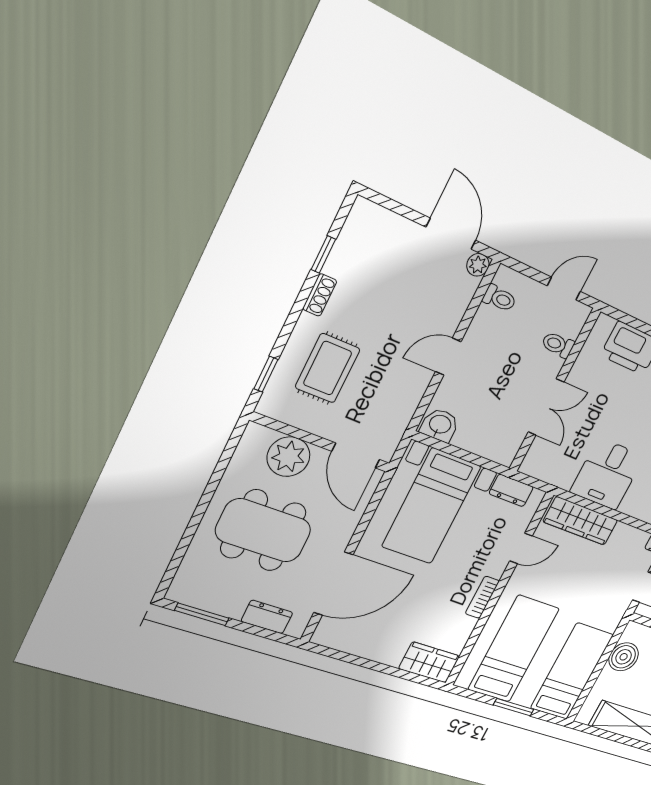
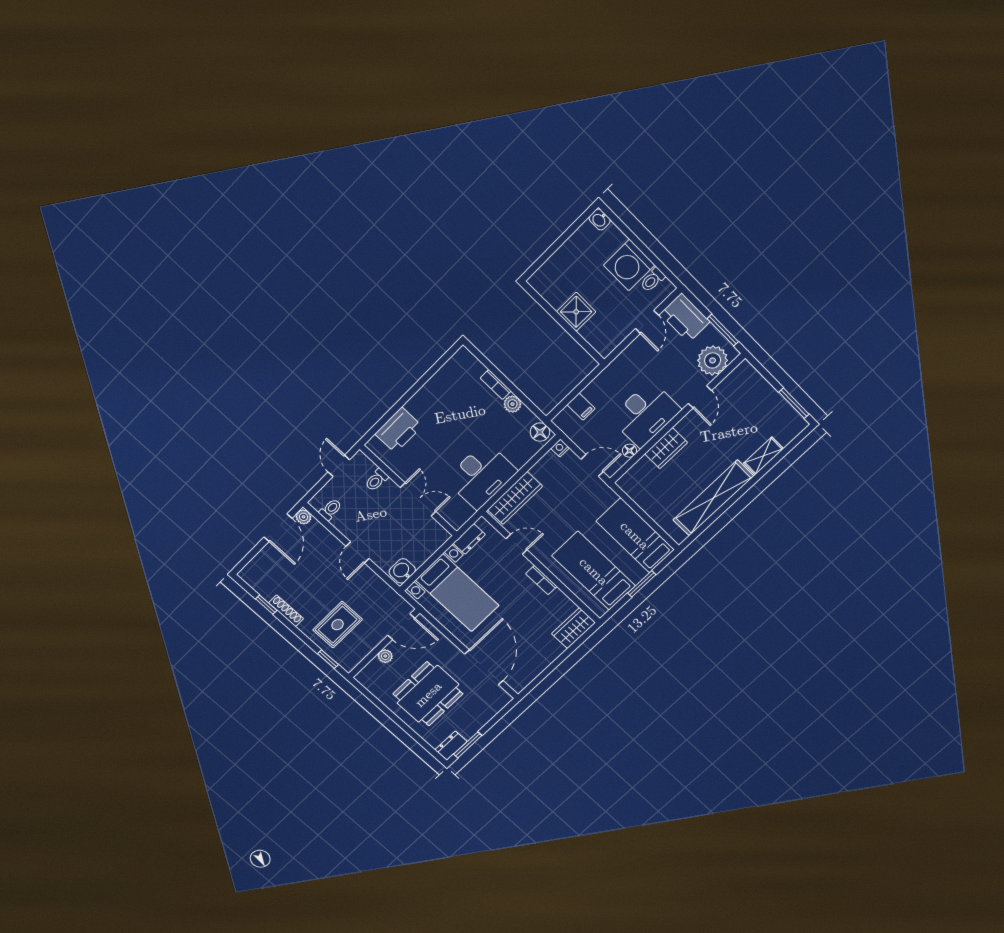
door: (451, 234) -> (278, 528), swing flipped
shoe rack: (320, 295) -> (286, 611), width x1.43
rug: (328, 368) -> (338, 625), turned 90
plant: (288, 457) -> (385, 656), width x0.53, depth x0.53
desk: (607, 474) -> (481, 475), width x1.37
door: (521, 548) -> (517, 544), hinge flipped
dresser: (267, 617) -> (451, 746), moved
boiler: (624, 657) -> (644, 495), removed

